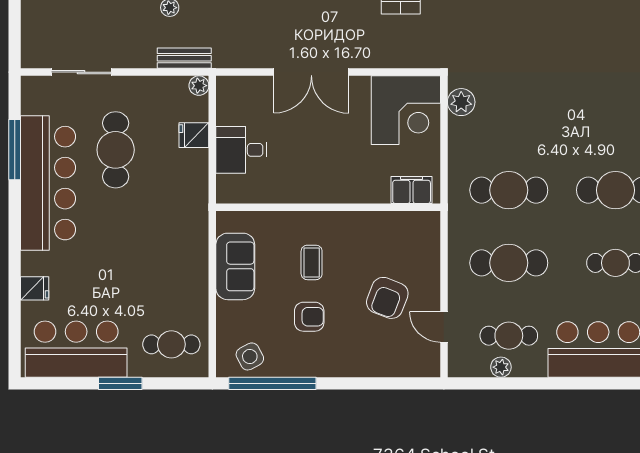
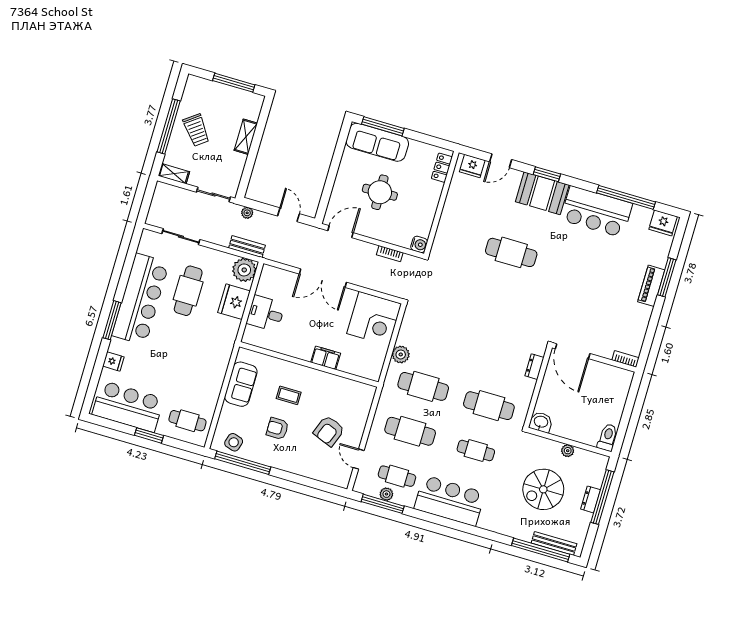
plant: (199, 86) -> (244, 270), width x1.87, depth x1.87
plant: (461, 102) -> (401, 354), moved
fridge: (194, 135) -> (234, 302), width x1.88, depth x1.34
window: (15, 150) -> (112, 320), moved
filing cabinet: (412, 190) -> (326, 358), moved
coffee table: (312, 262) -> (289, 395), turned 90
armchair: (309, 317) -> (277, 428), turned 180
side table: (250, 356) -> (234, 442), turned 45
window: (500, 383) -> (383, 504), added

